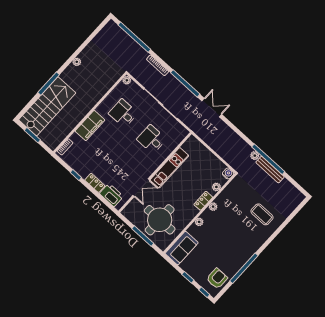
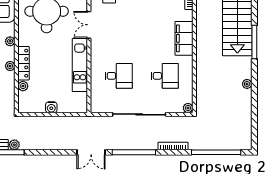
water cooler: (228, 173) -> (51, 107), moved
locker: (203, 201) -> (23, 63), width x1.53

